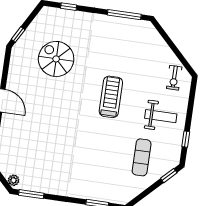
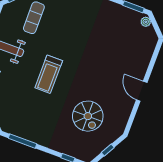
window: (18, 35) -> (108, 150), moved

